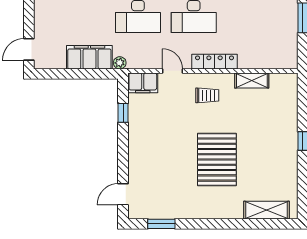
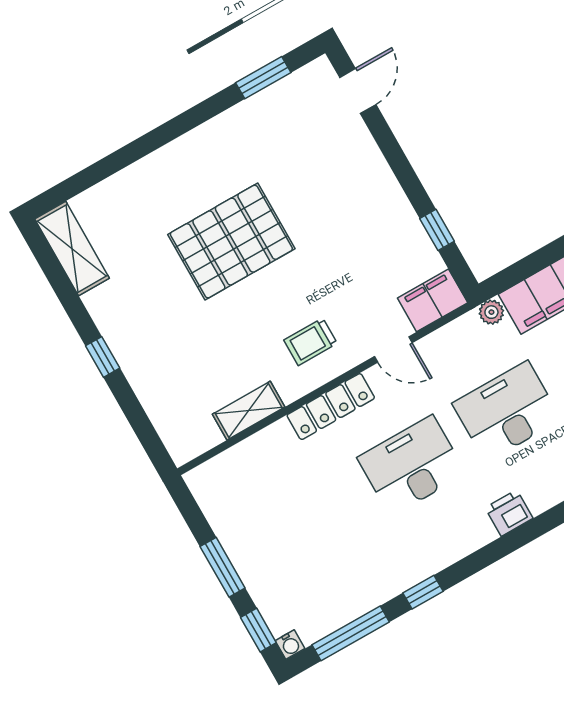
pallet: (217, 160) -> (231, 242), turned 90
shelving: (267, 210) -> (72, 249), moved, turned 90

